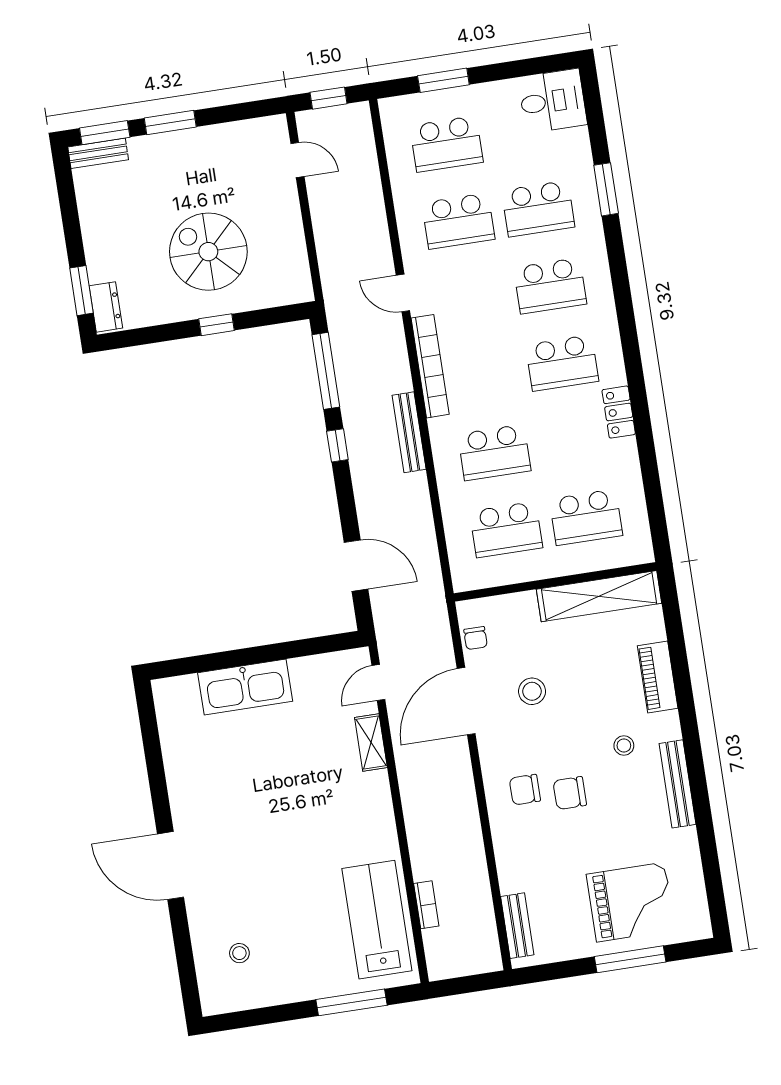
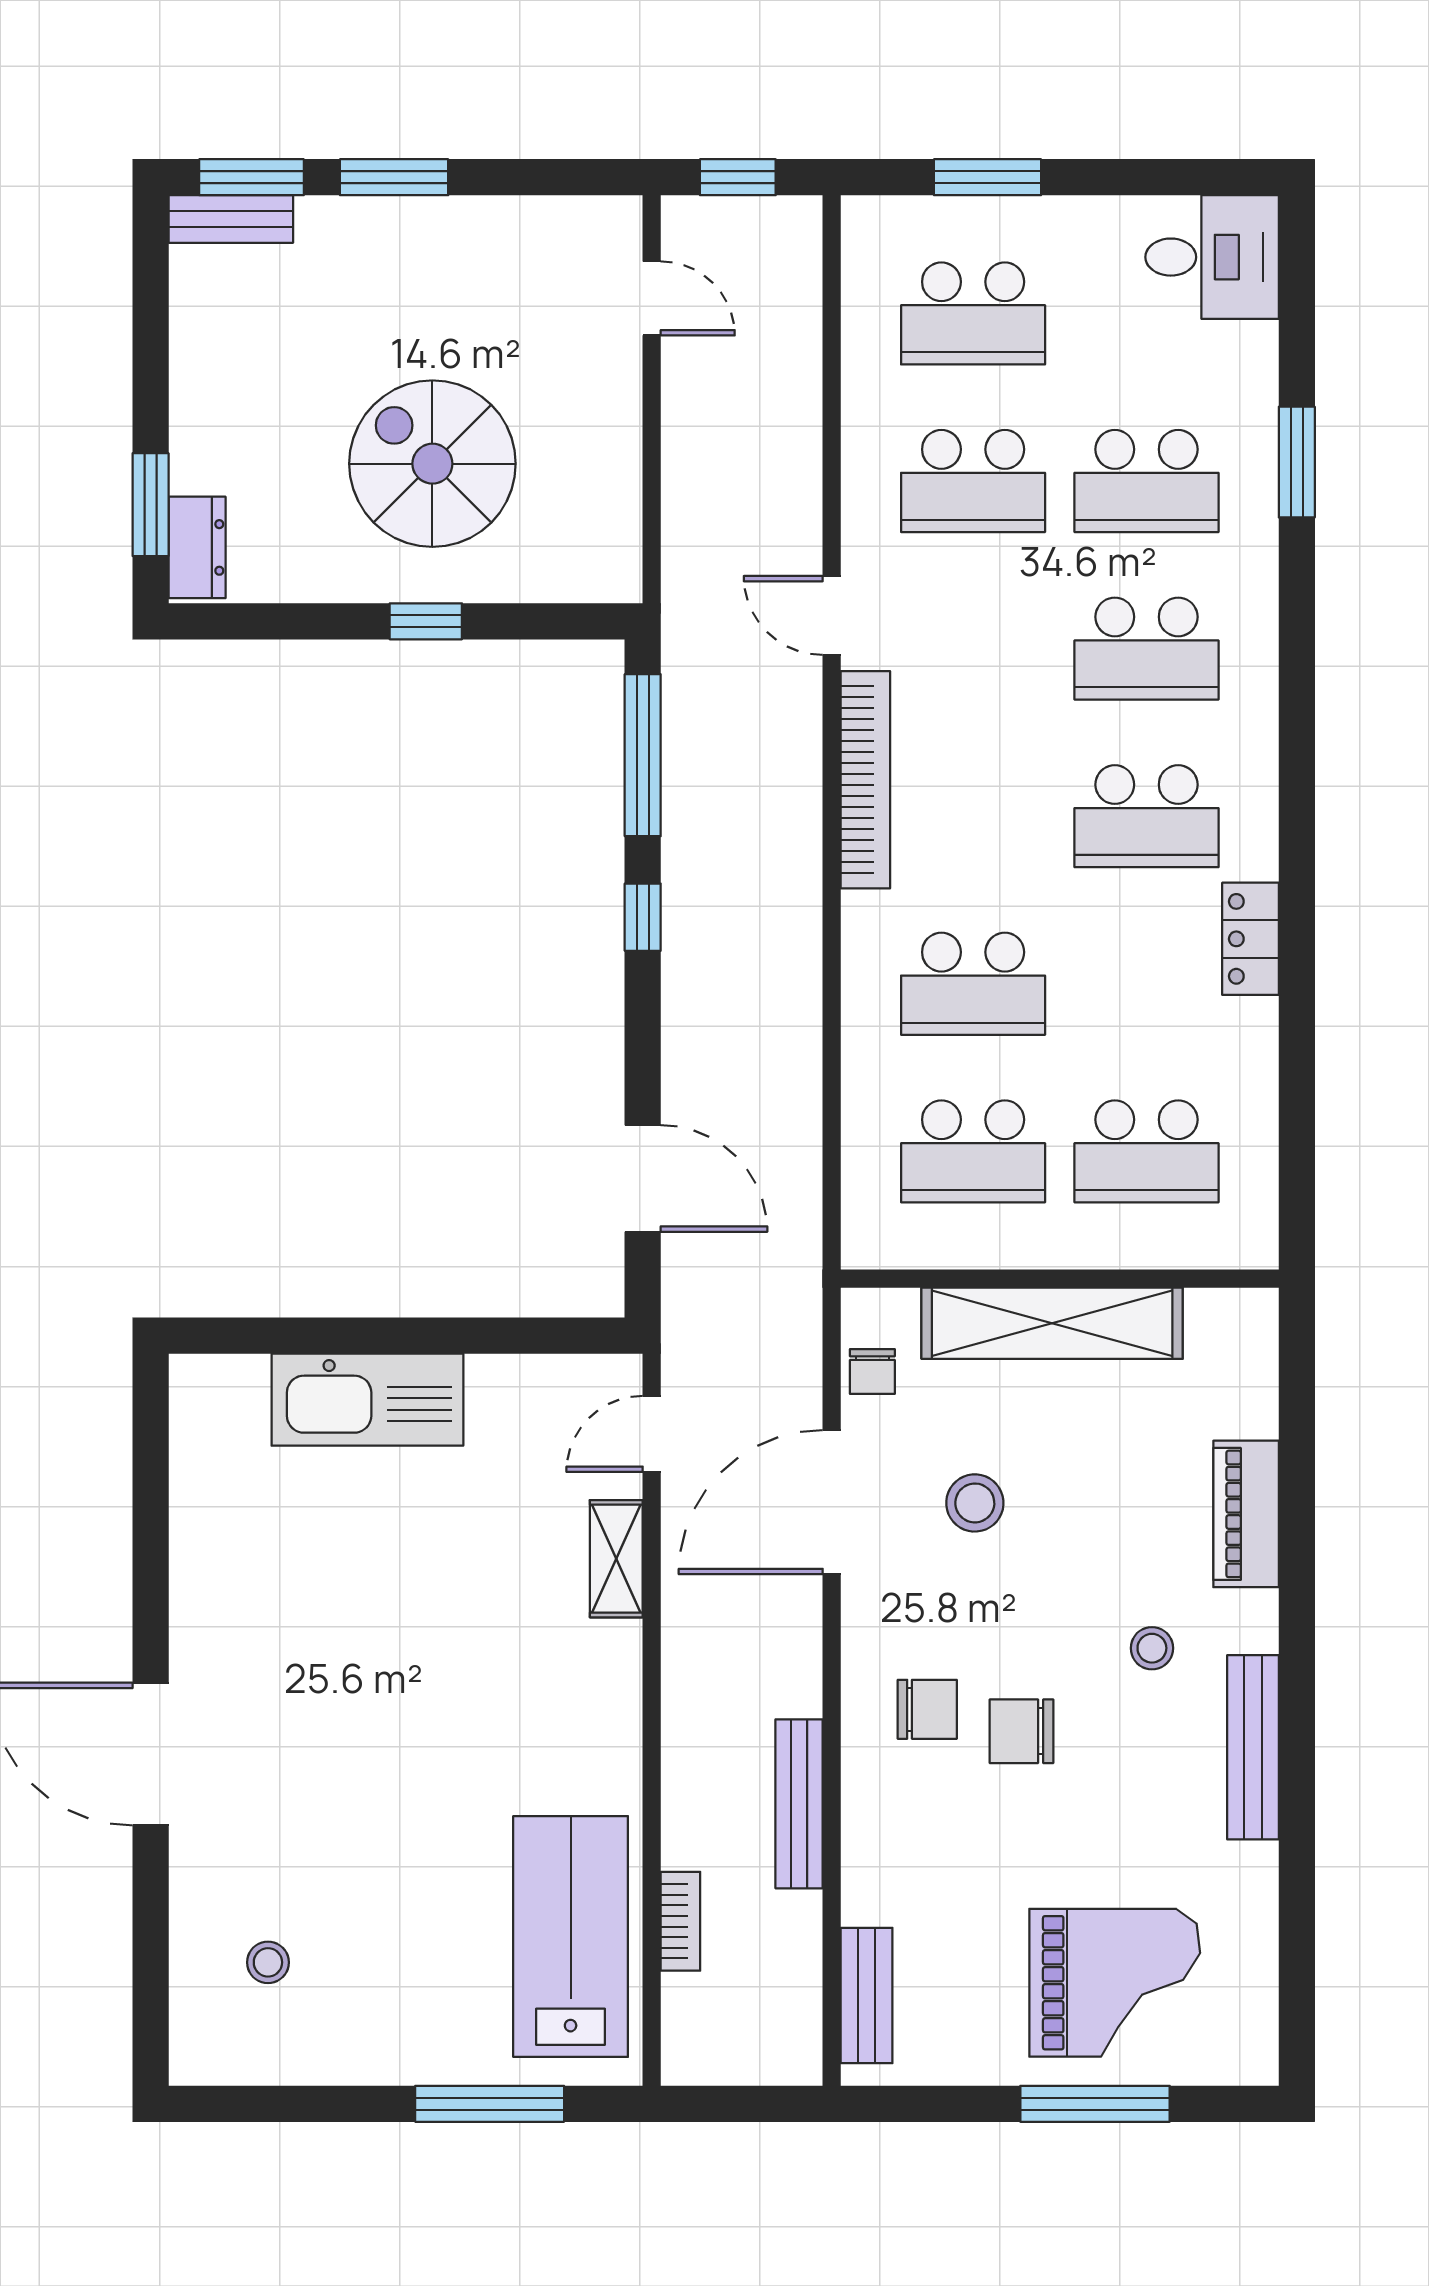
bench: (409, 432) -> (799, 1804), moved
shelving: (599, 596) -> (1052, 1323), moved
chair: (525, 790) -> (927, 1709), turned 180

